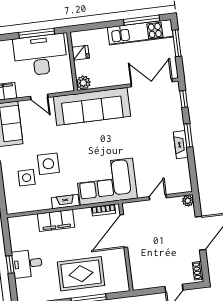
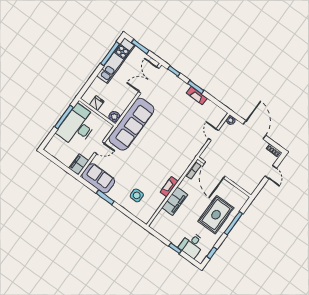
side table: (48, 164) -> (140, 177), removed
corner sofa: (106, 182) -> (179, 154), removed
desk: (27, 264) -> (192, 245), moved

